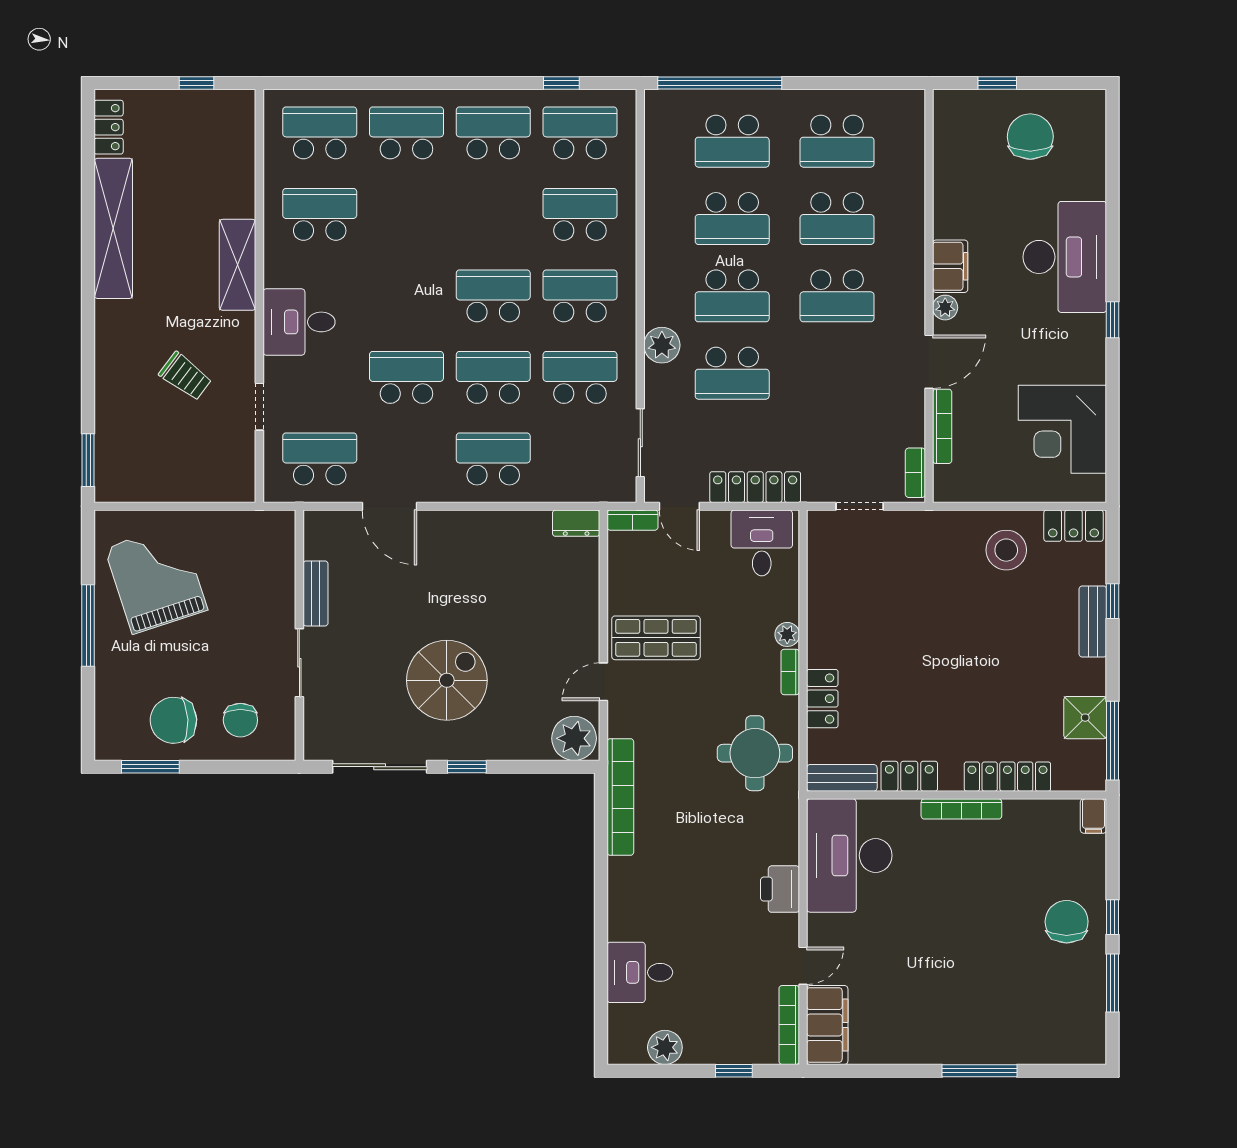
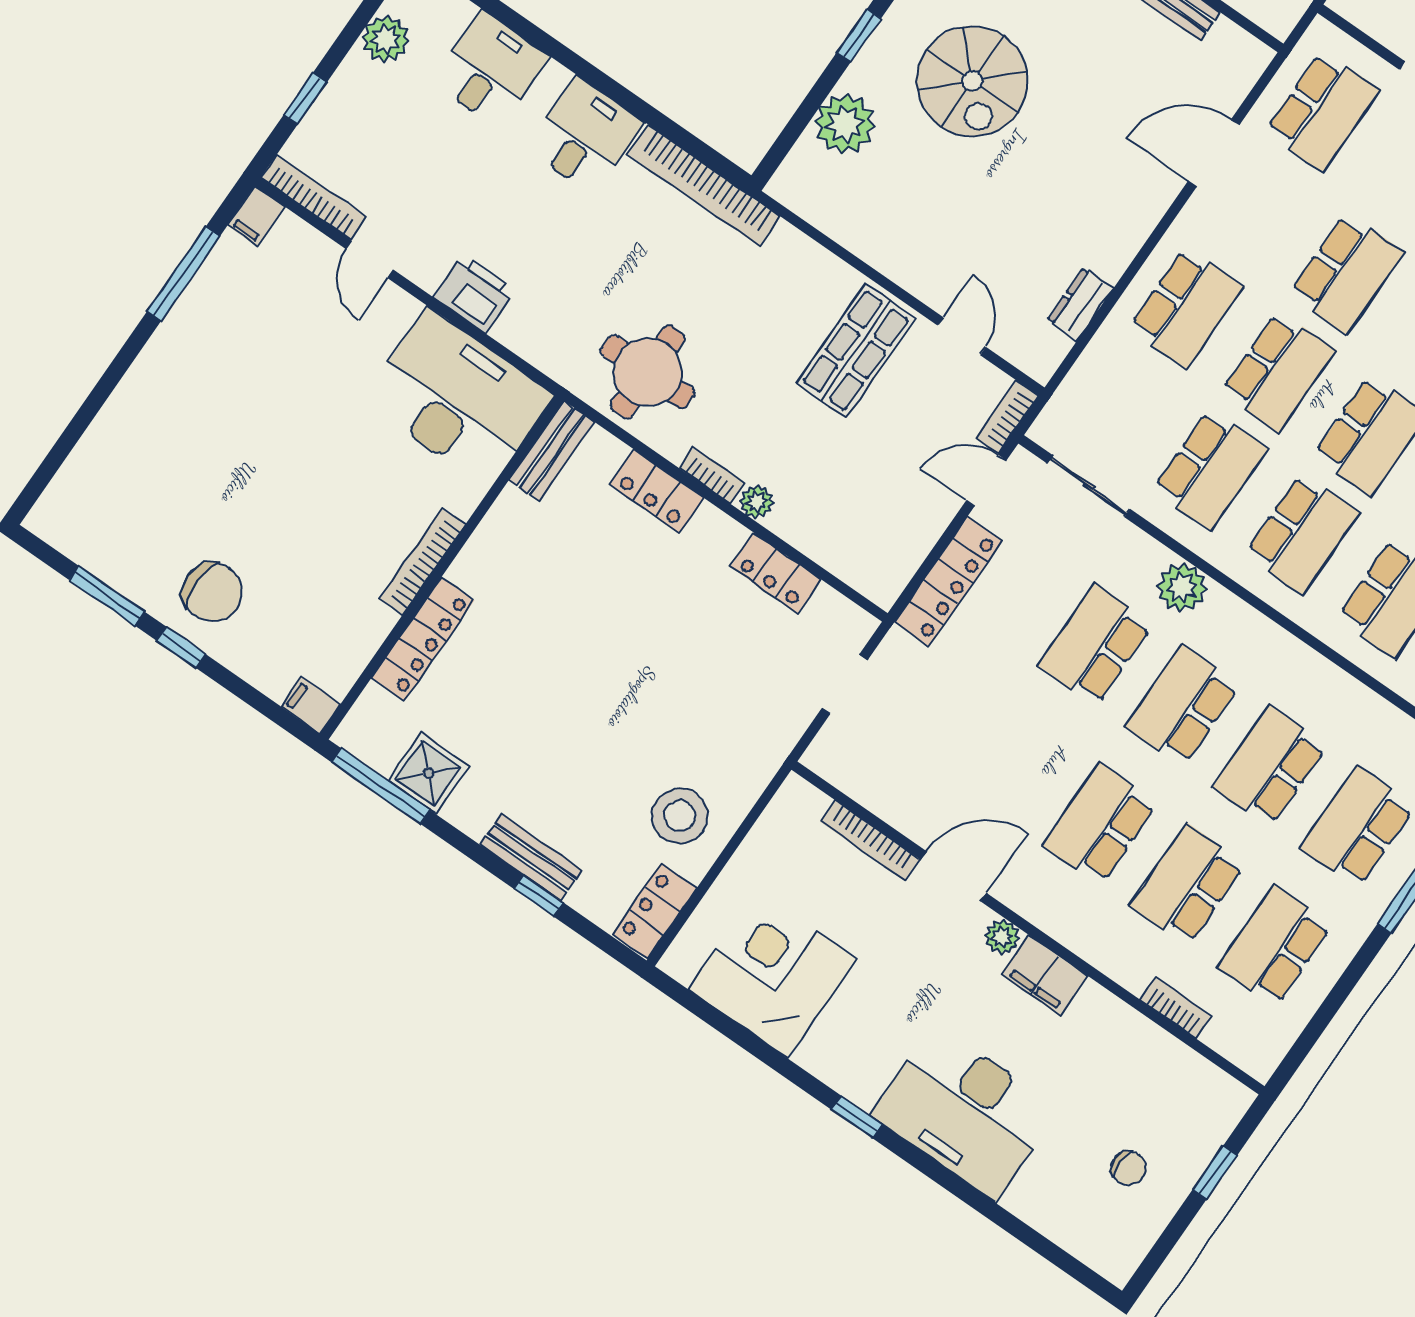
chair: (1030, 137) -> (1128, 1168), width x0.54, depth x0.54
door: (929, 362) -> (954, 876), swing flipped
bookcase: (915, 473) -> (1176, 1008), moved
dresser: (576, 523) -> (1080, 304), moved
desk: (762, 543) -> (585, 136), moved, turned -90
door: (603, 682) -> (962, 336), moved
plant: (574, 738) -> (845, 124), moved
locker: (909, 776) -> (776, 573), moved, turned 90
filing cabinet: (827, 1025) -> (256, 216), width x0.33, depth x0.86
window: (980, 1071) -> (183, 274), moved

